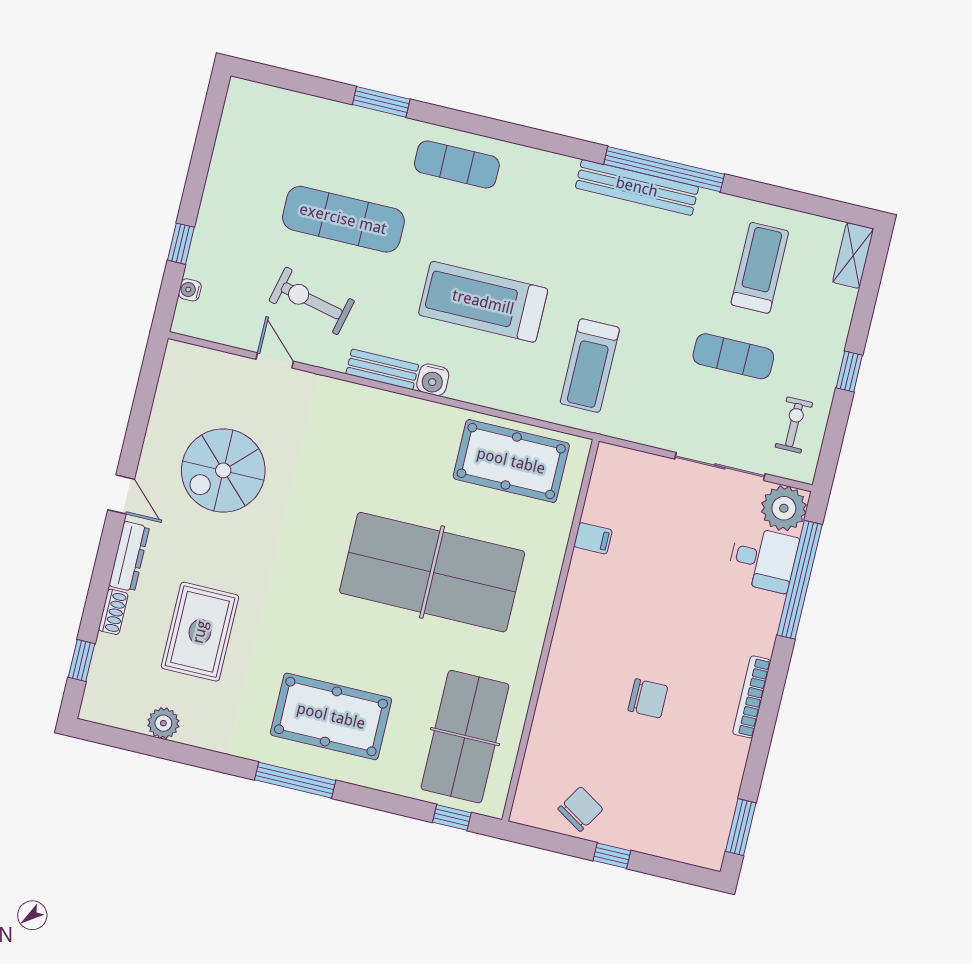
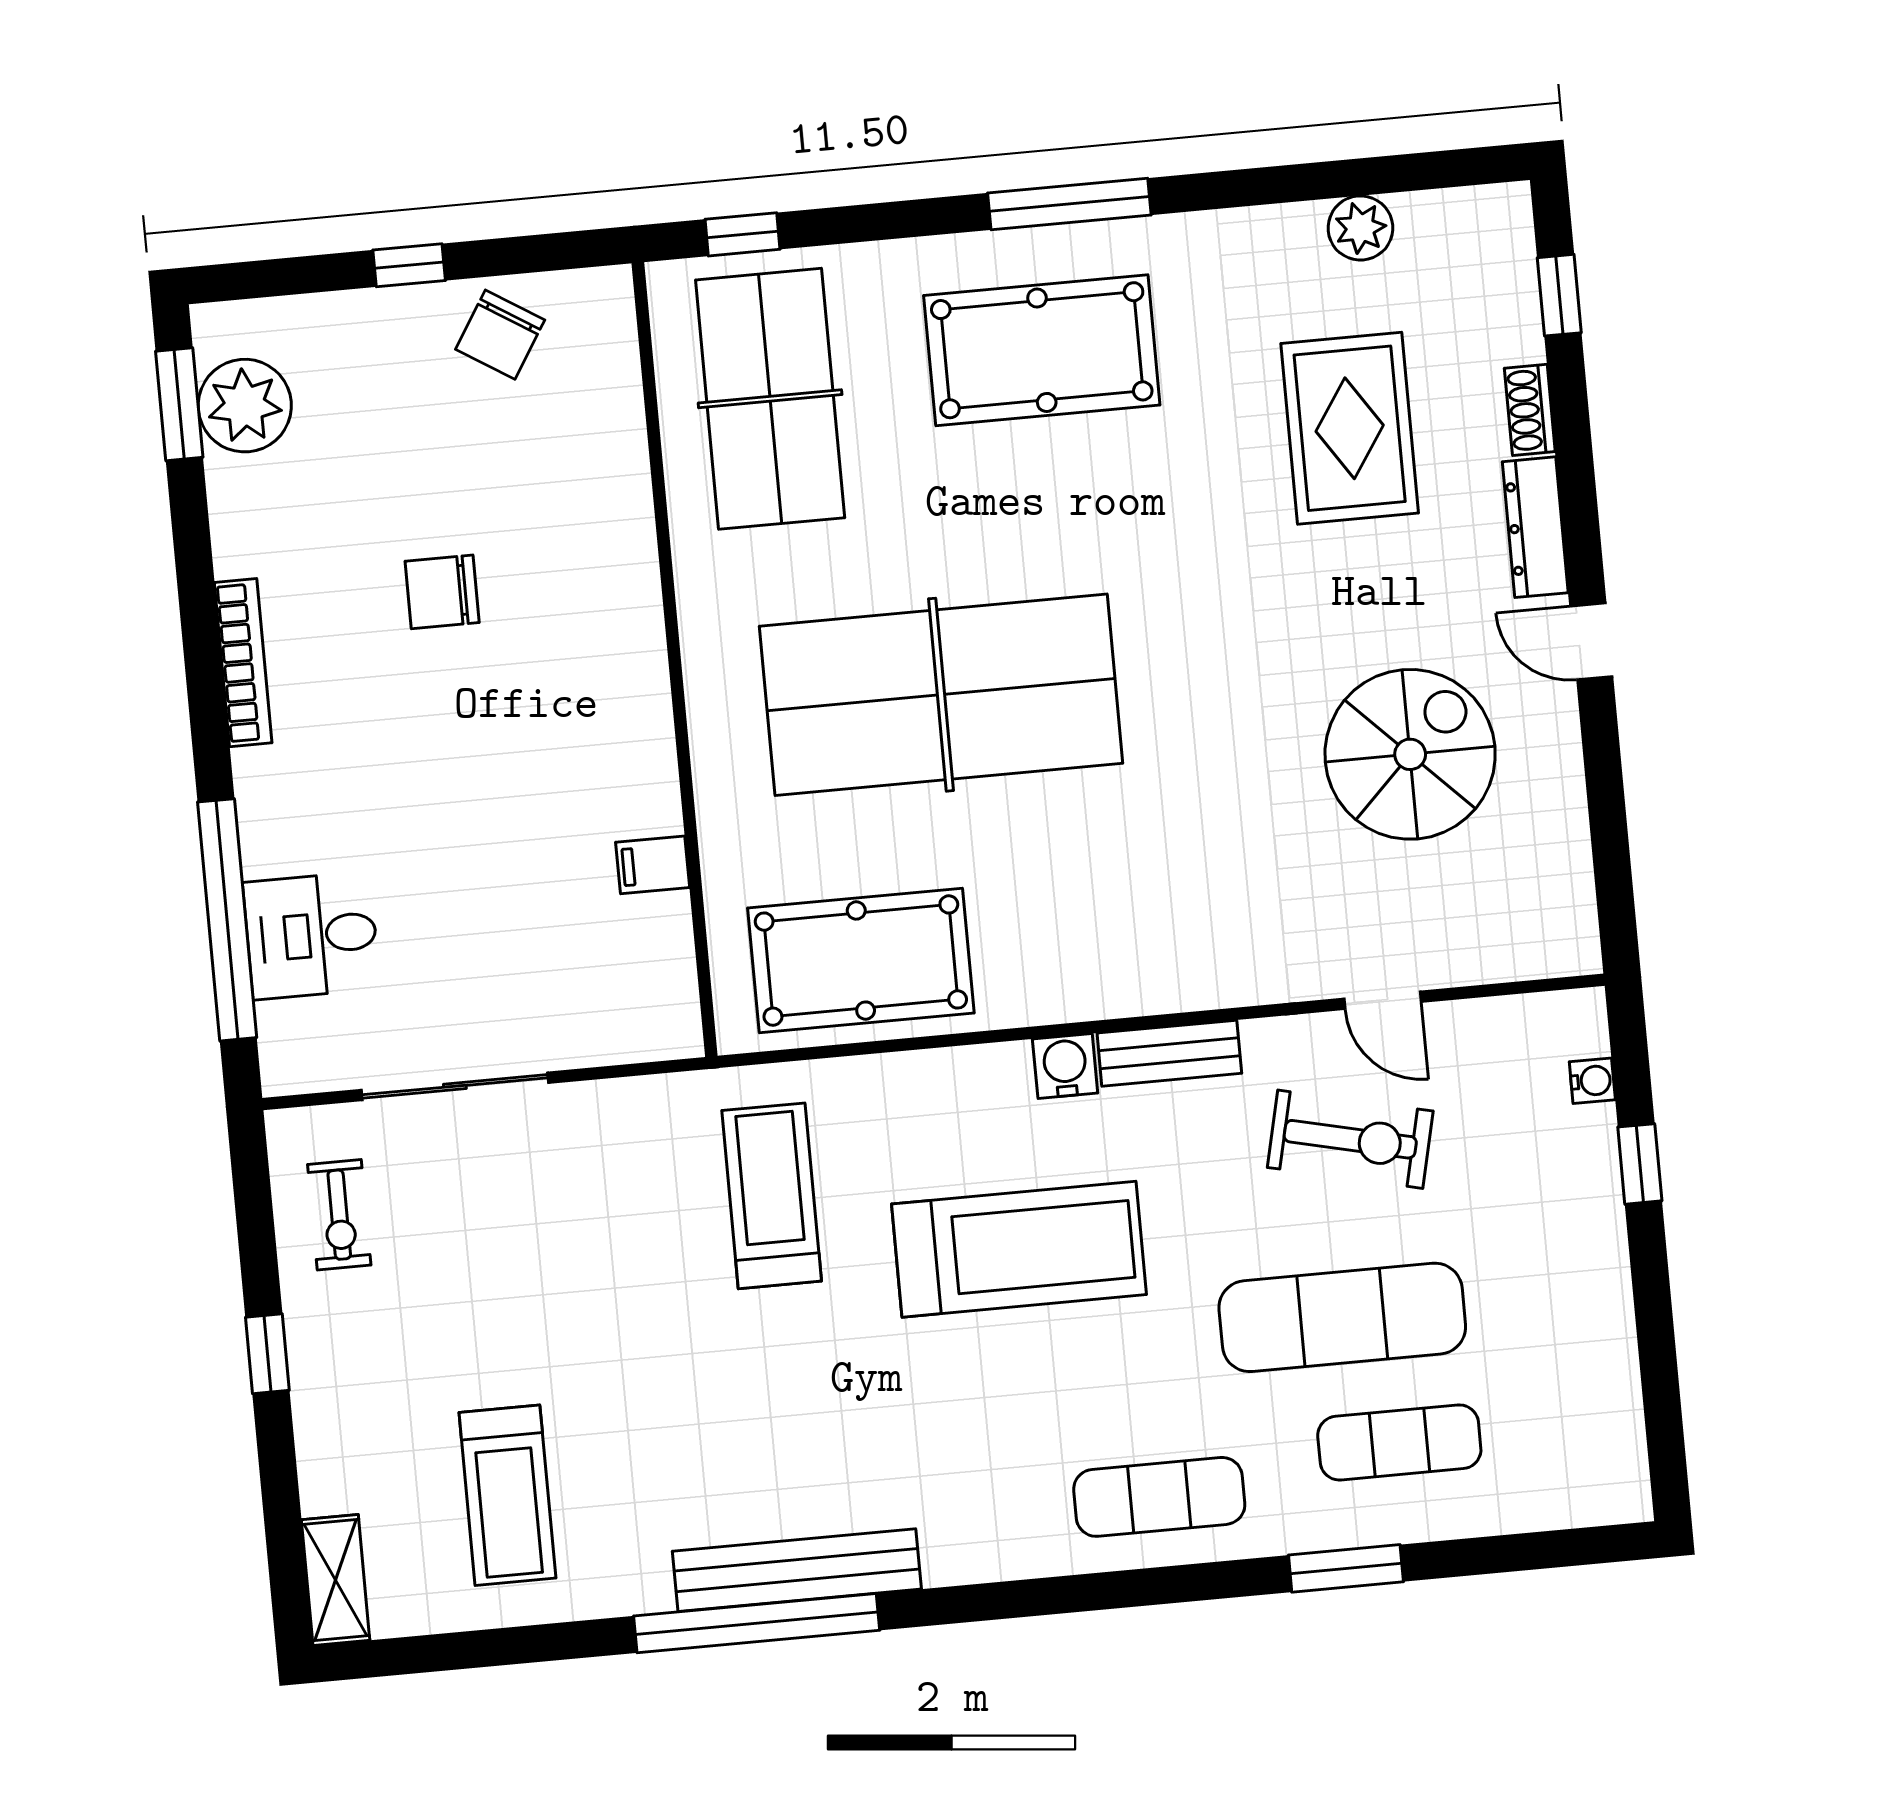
exercise mat: (733, 356) -> (1399, 1442), moved
plant: (784, 508) -> (245, 406), moved

